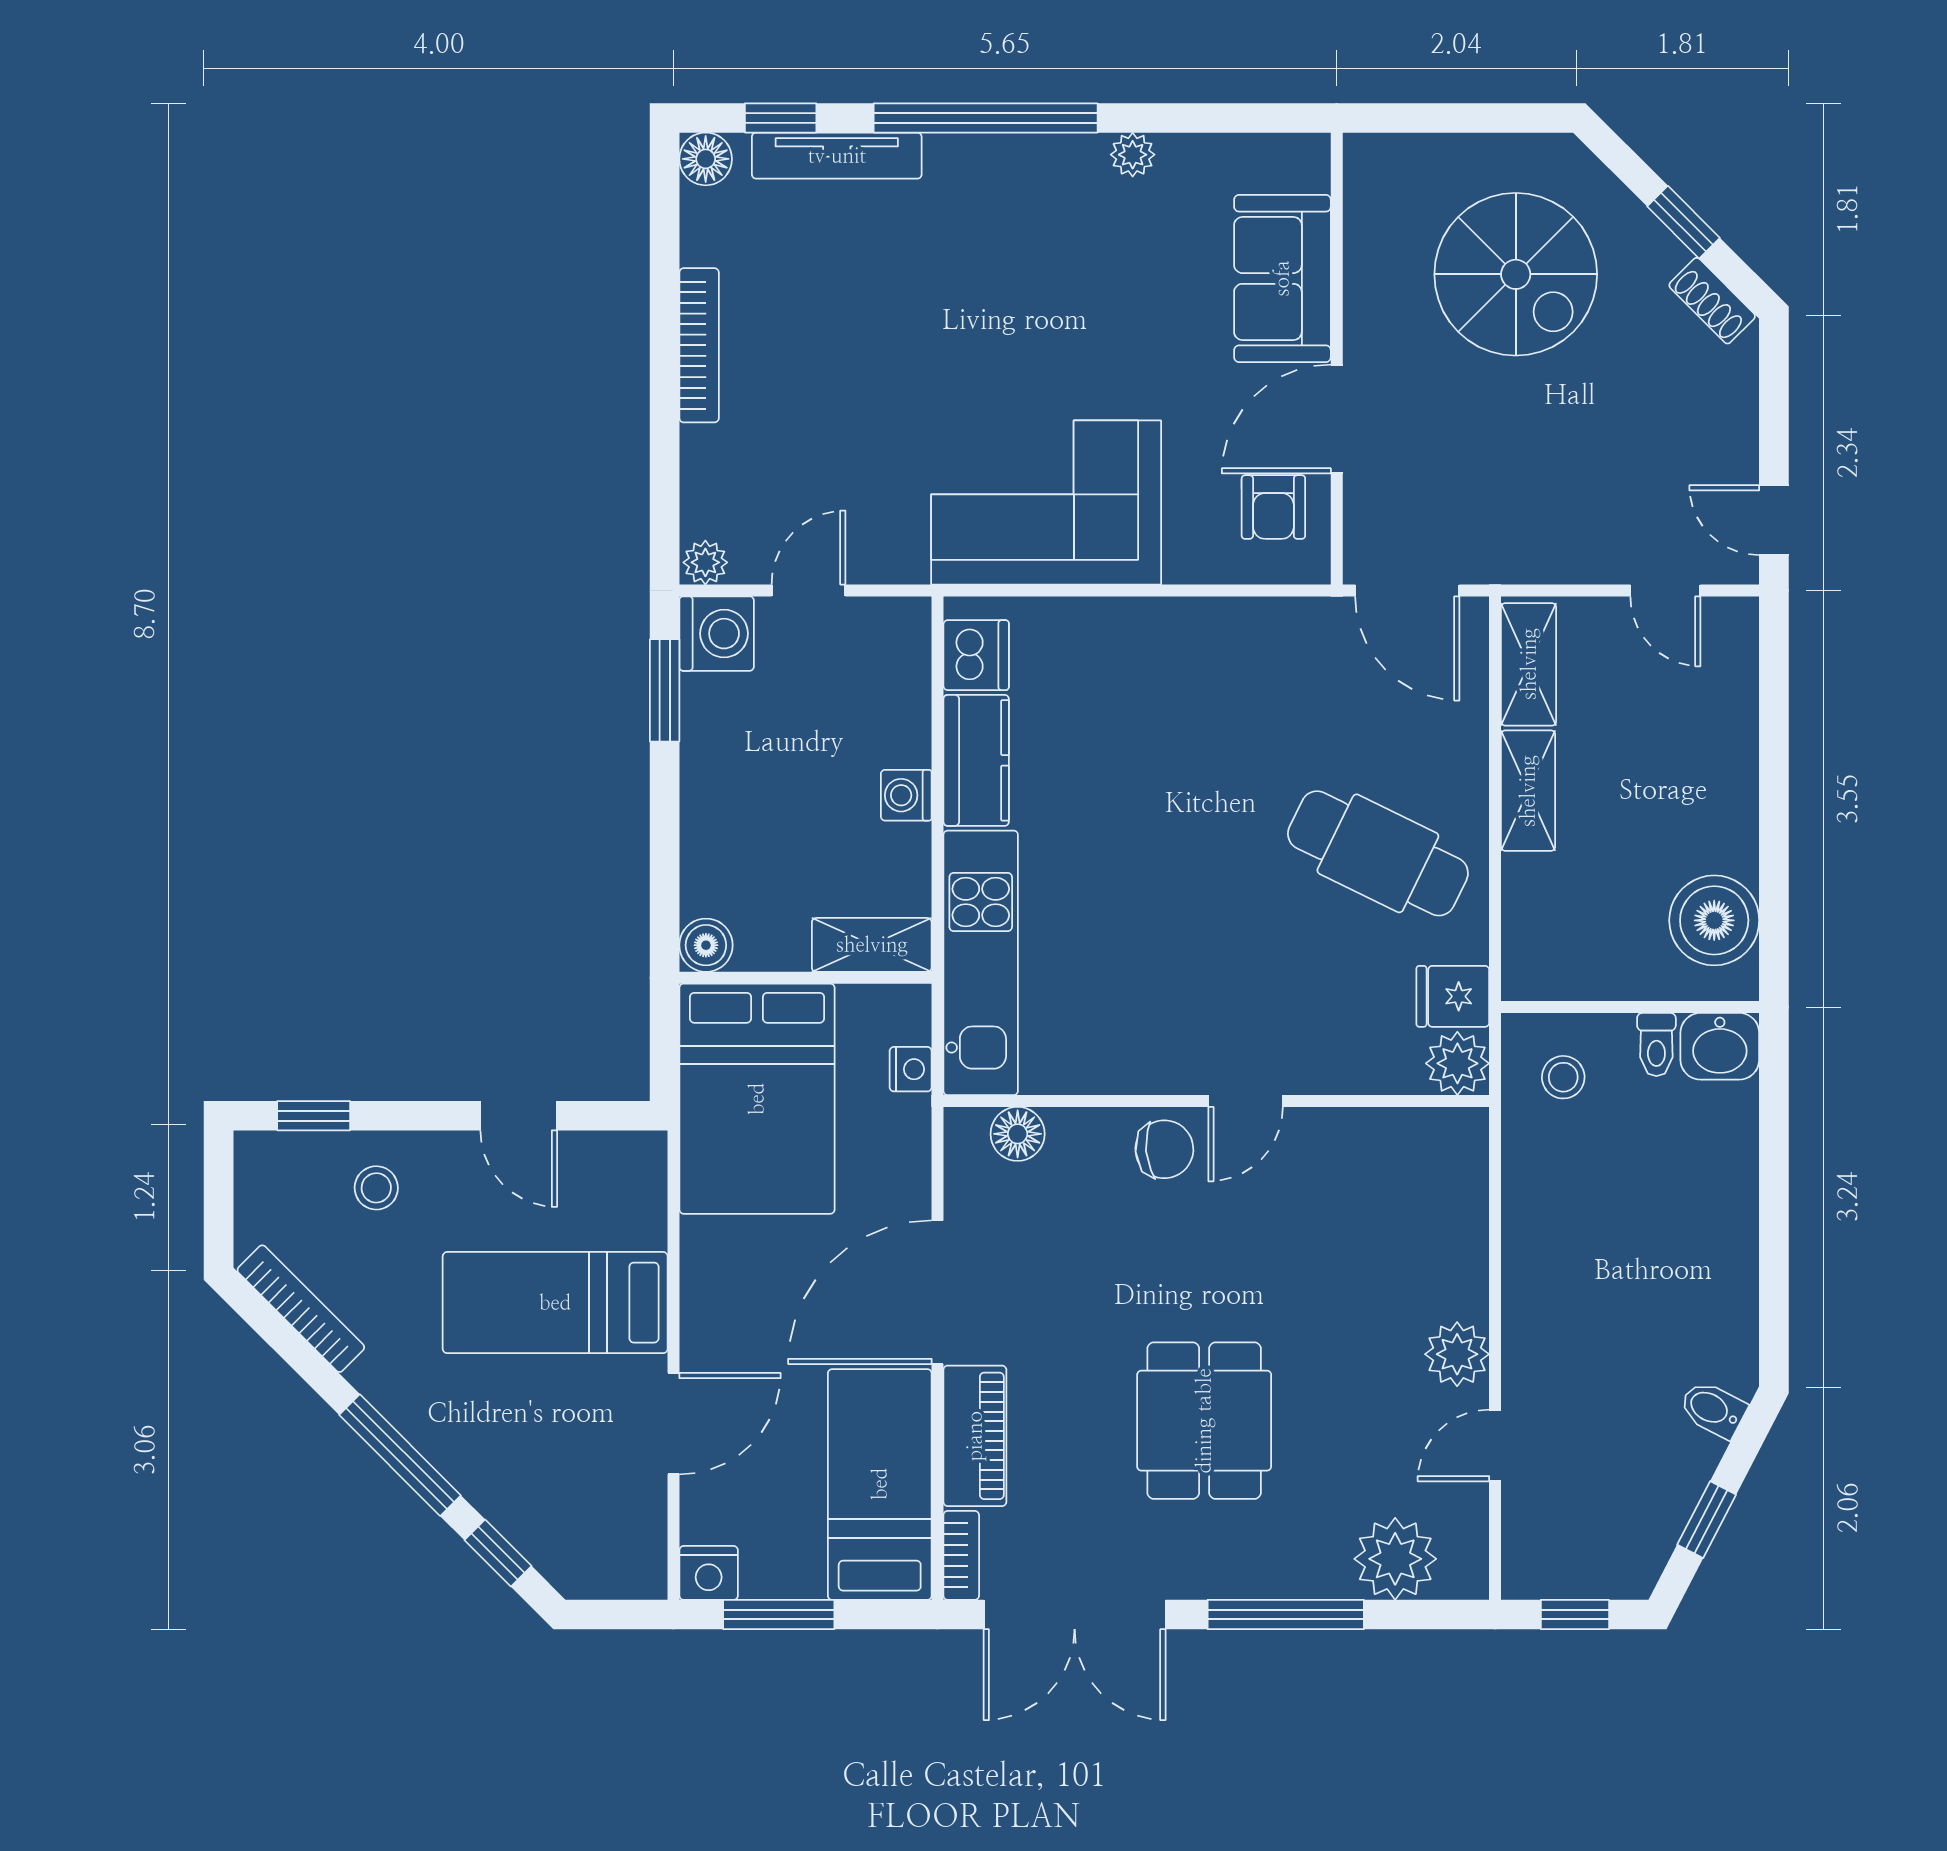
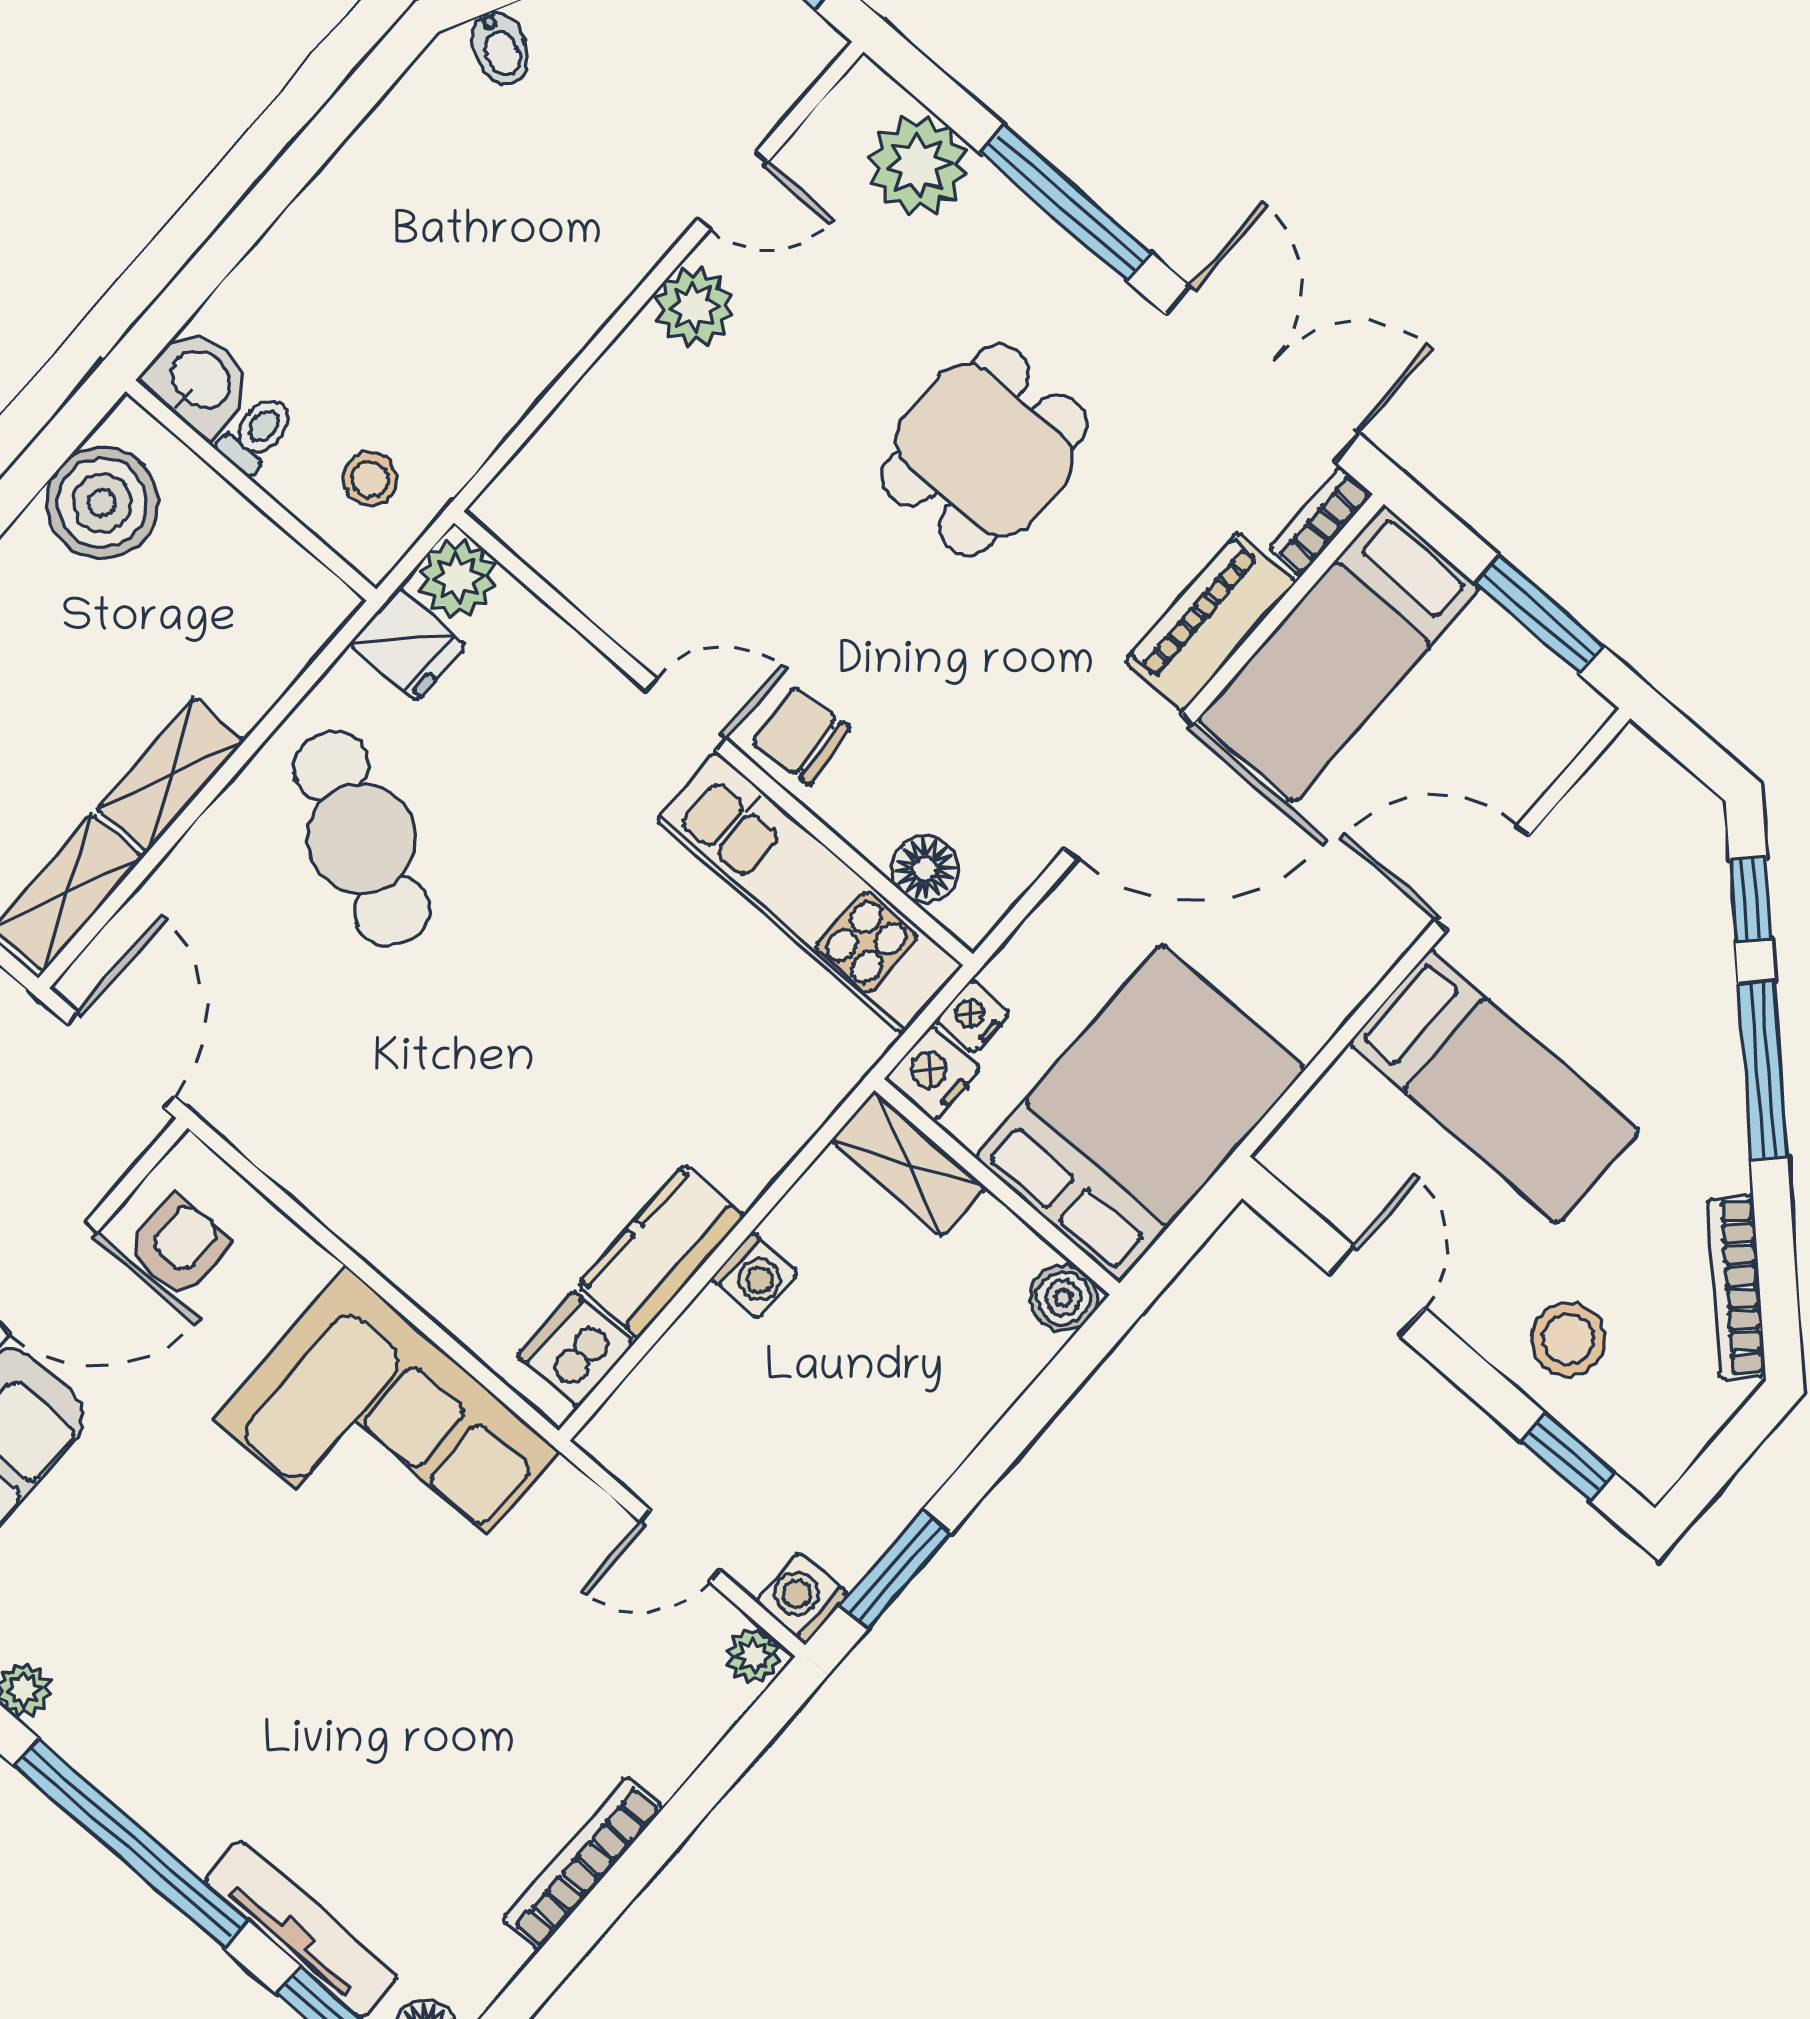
washing machine: (717, 634) -> (802, 1598), width x0.73, depth x0.73
kitchen unit: (981, 963) -> (810, 893), moved, turned -90
stool: (376, 1188) -> (1568, 1339), width x1.37, depth x1.37
nightstand: (709, 1573) -> (933, 1074), moved, turned -90

